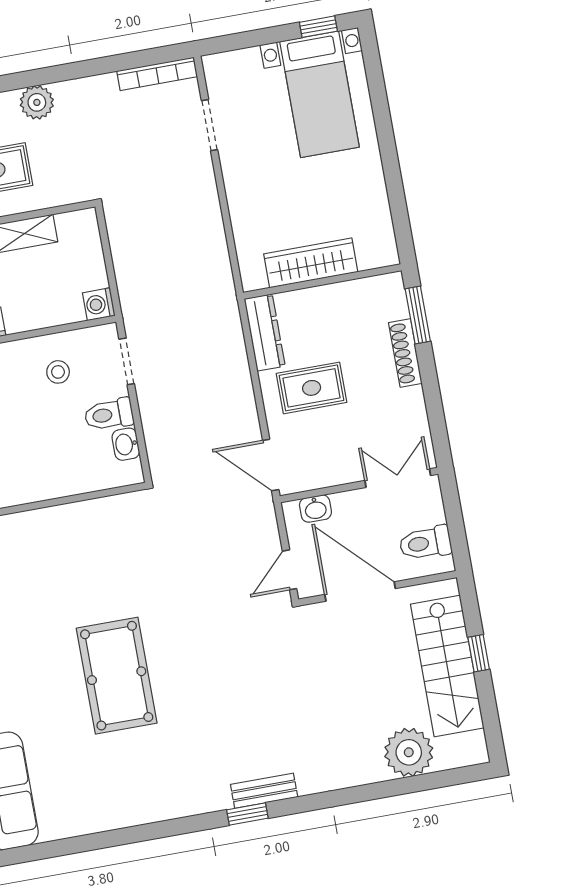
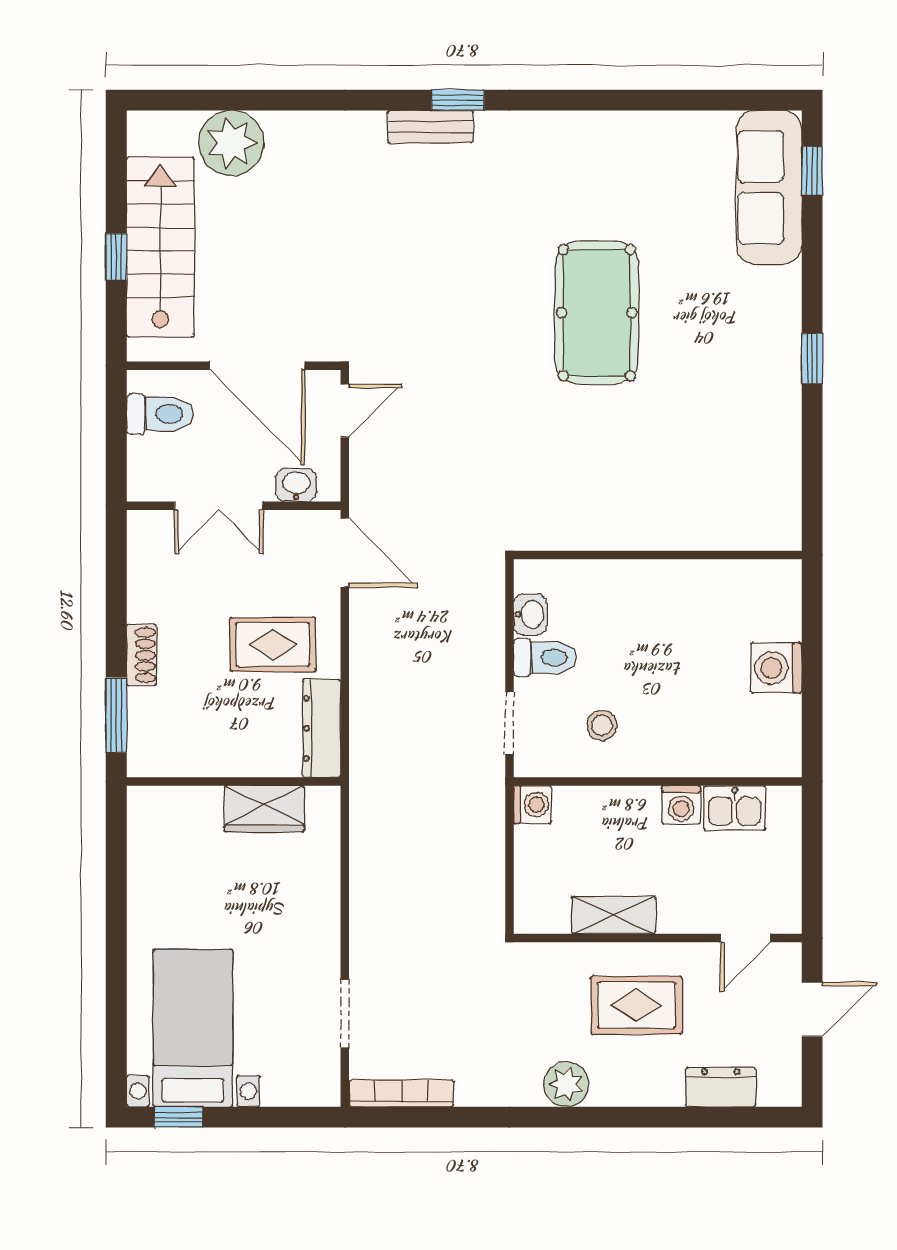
wardrobe: (311, 263) -> (264, 809), width x0.67
shoe rack: (405, 353) -> (141, 655), width x0.70
double door: (398, 478) -> (219, 506), moved

